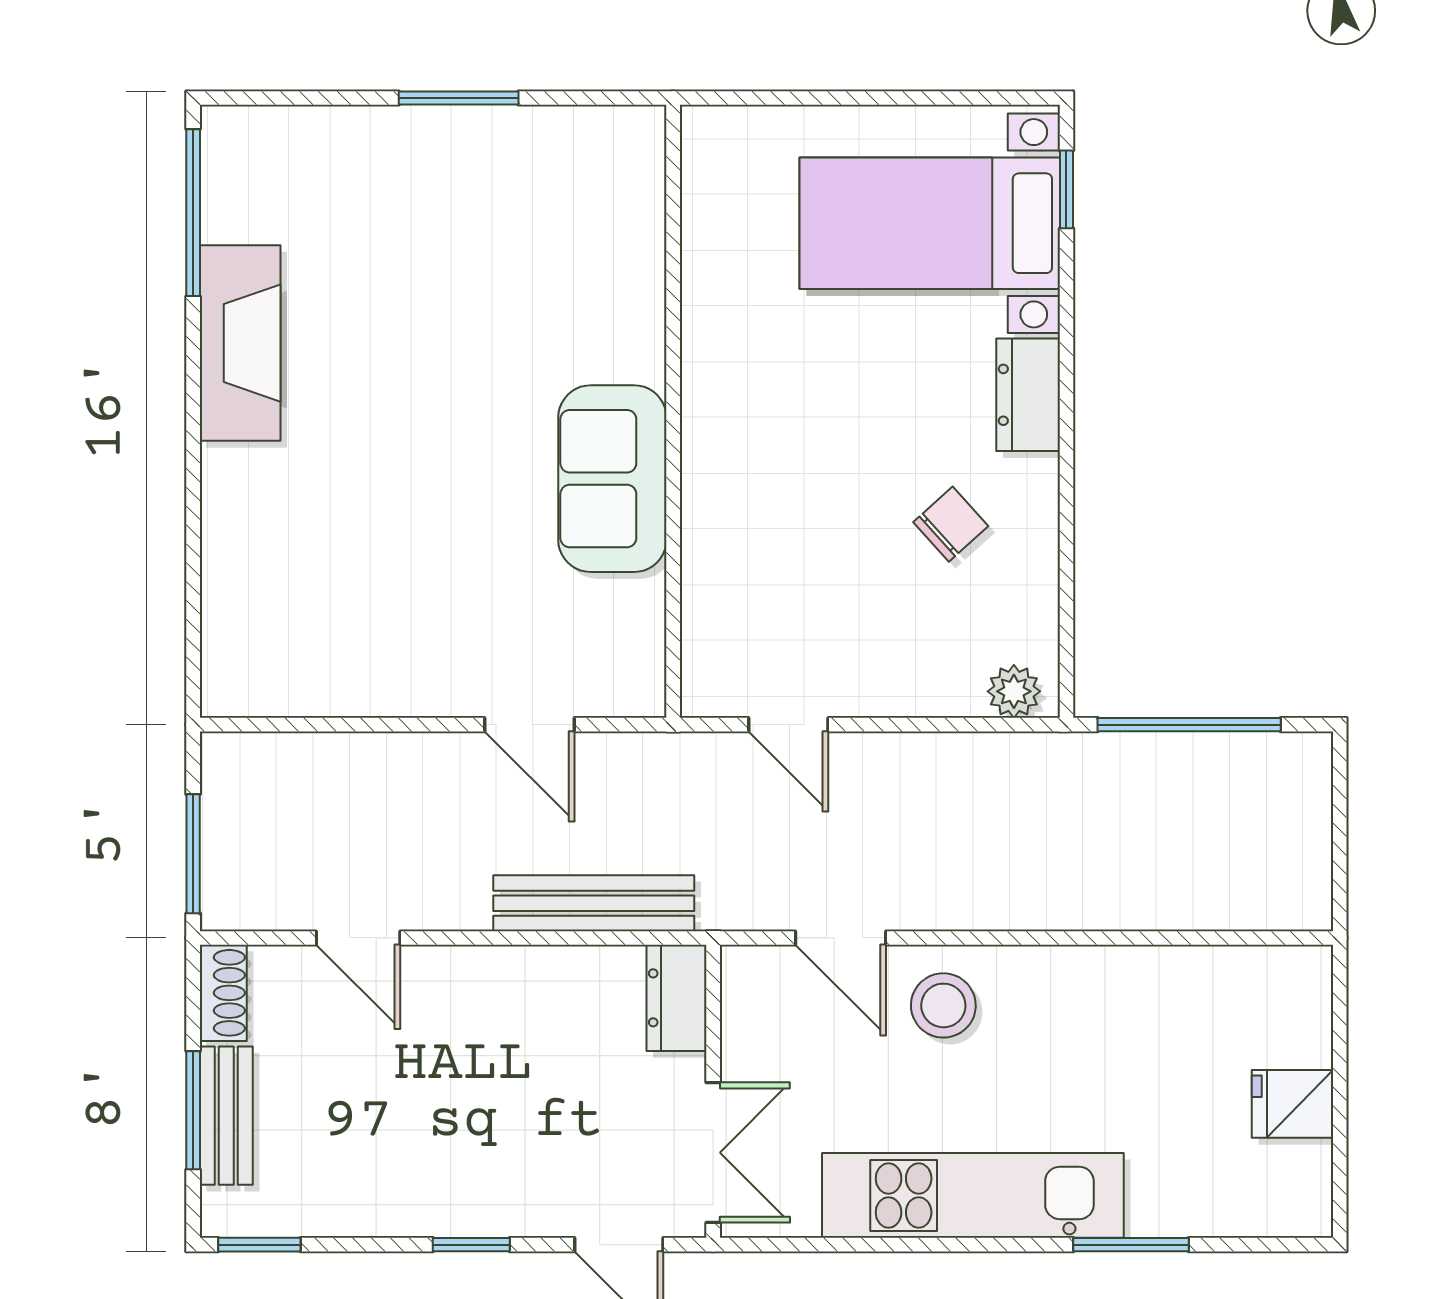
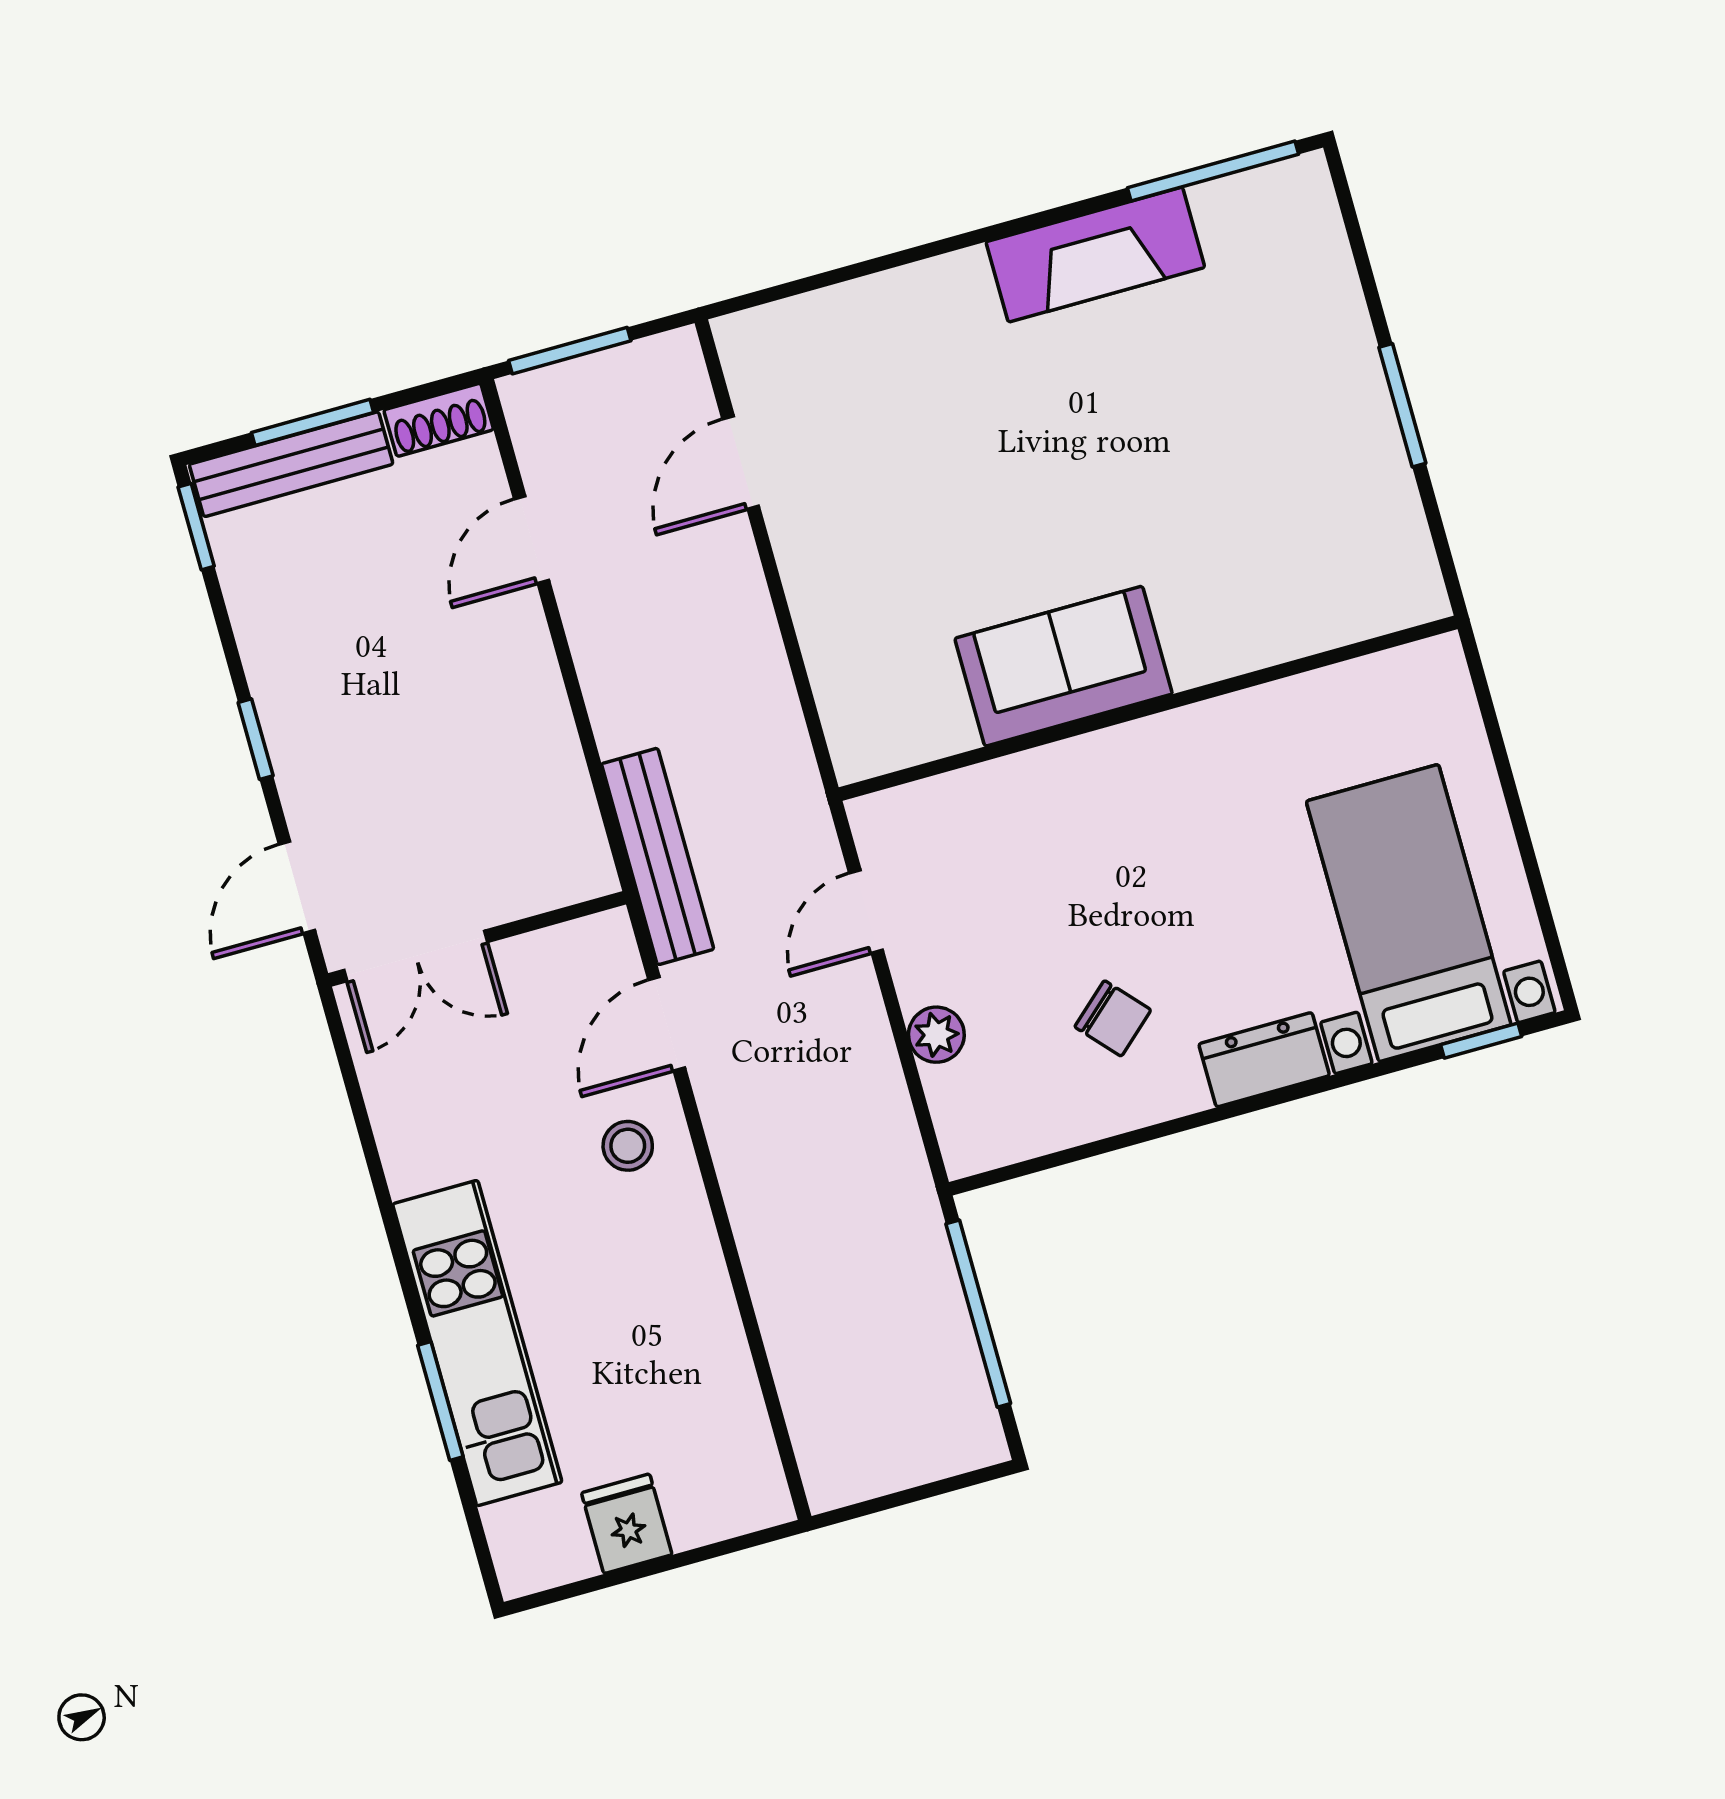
plant: (1014, 691) -> (936, 1035), moved
door: (529, 725) -> (741, 463), moved
bench: (594, 903) -> (658, 856), moved
dresser: (677, 998) -> (561, 876), removed
stool: (943, 1005) -> (628, 1146), width x0.73, depth x0.73
bench: (226, 1116) -> (291, 464), width x1.36
kitchen unit: (973, 1195) -> (477, 1343), moved

